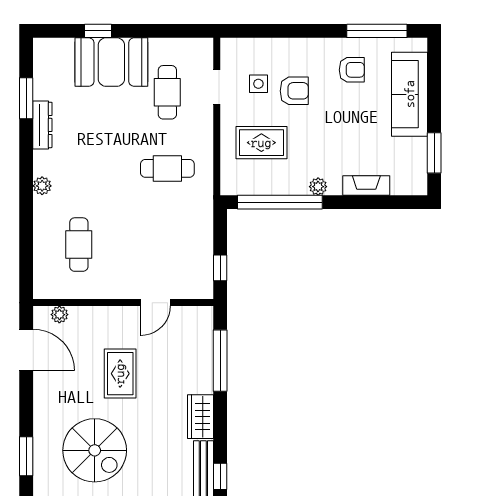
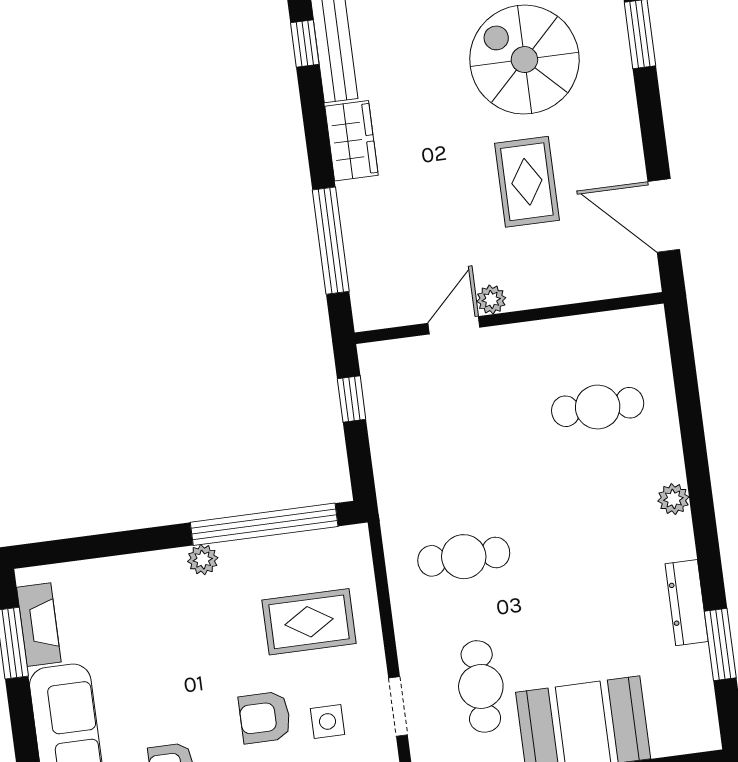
fireplace: (366, 185) -> (39, 625), moved, turned -90
cafe table: (79, 245) -> (598, 407), turned 90
plant: (59, 315) -> (491, 300), moved
rug: (120, 374) -> (527, 182), moved

